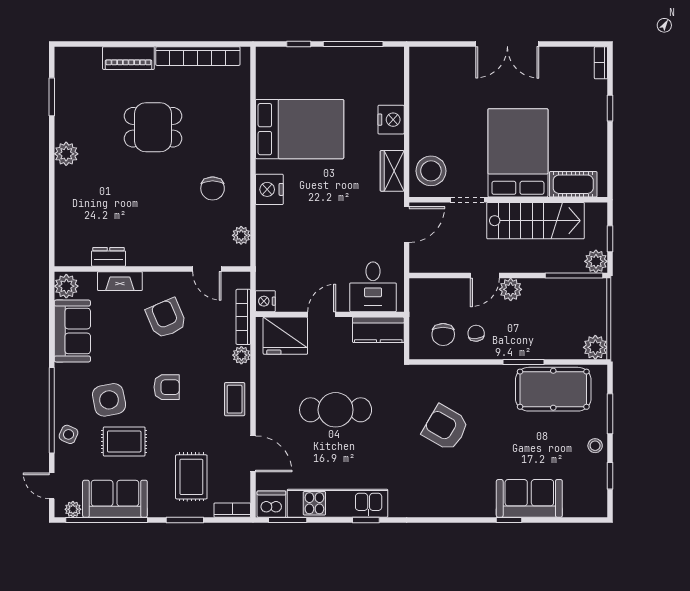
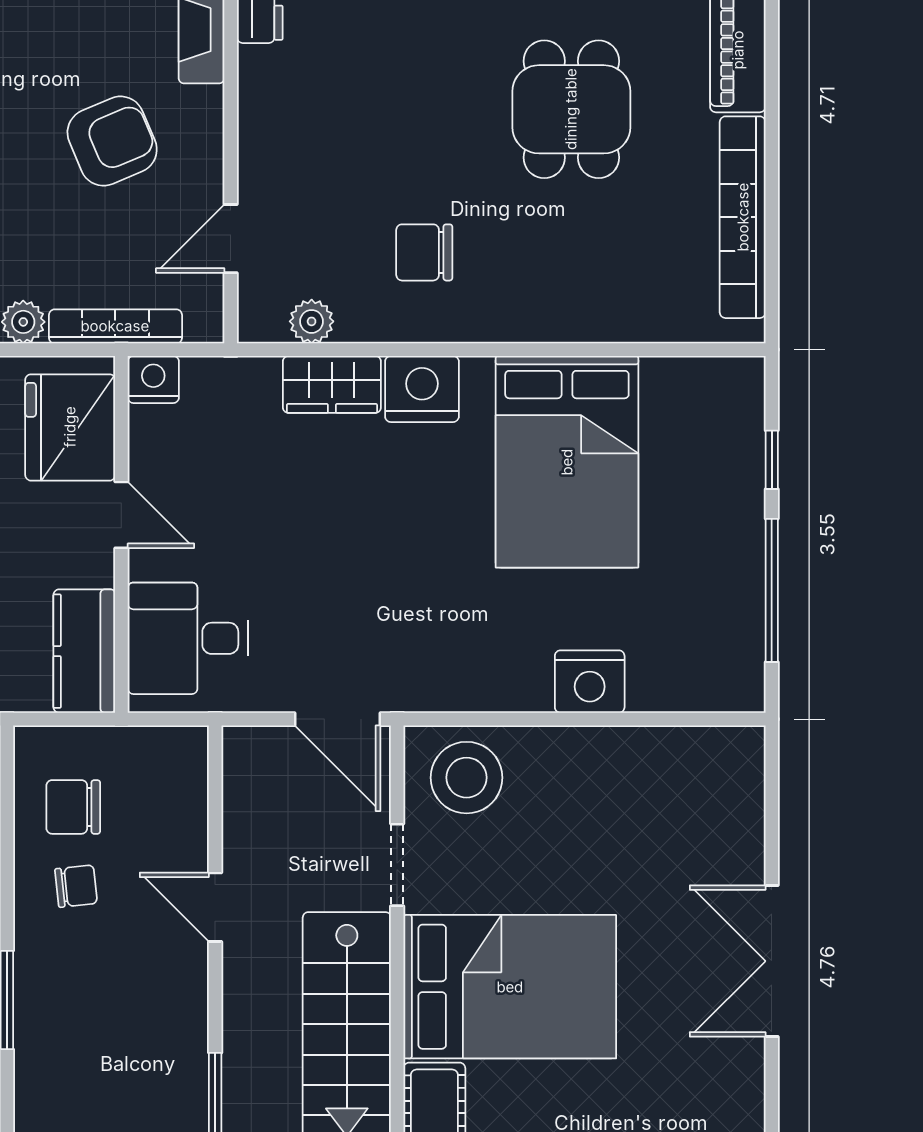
wardrobe: (392, 171) -> (332, 384), moved, turned 180
plant: (511, 289) -> (182, 969), removed

